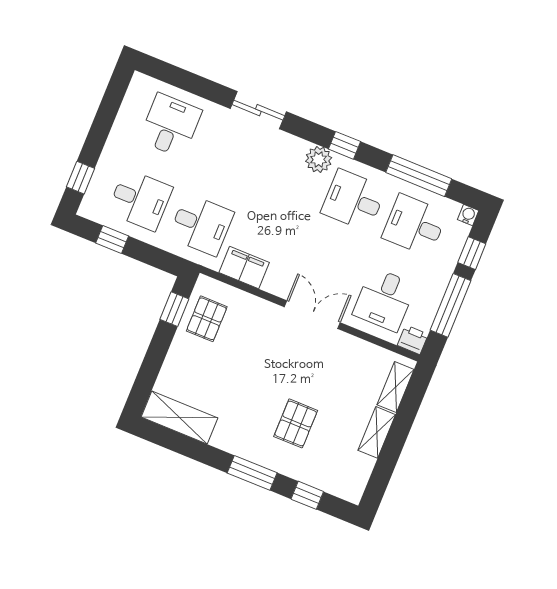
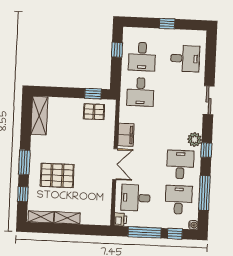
window: (80, 178) -> (167, 24), moved
filing cabinet: (244, 268) -> (126, 135), moved
shelving: (395, 387) -> (41, 217), moved
pallet: (296, 423) -> (57, 175), width x1.50, depth x1.42

